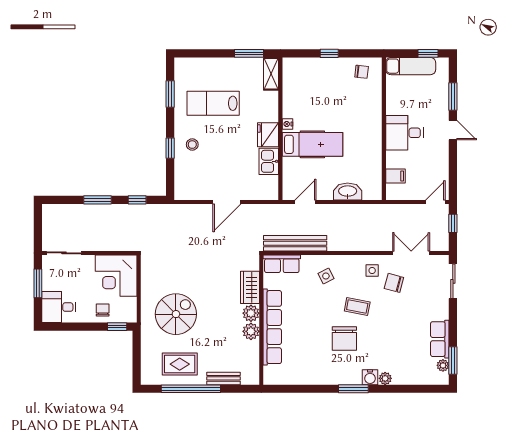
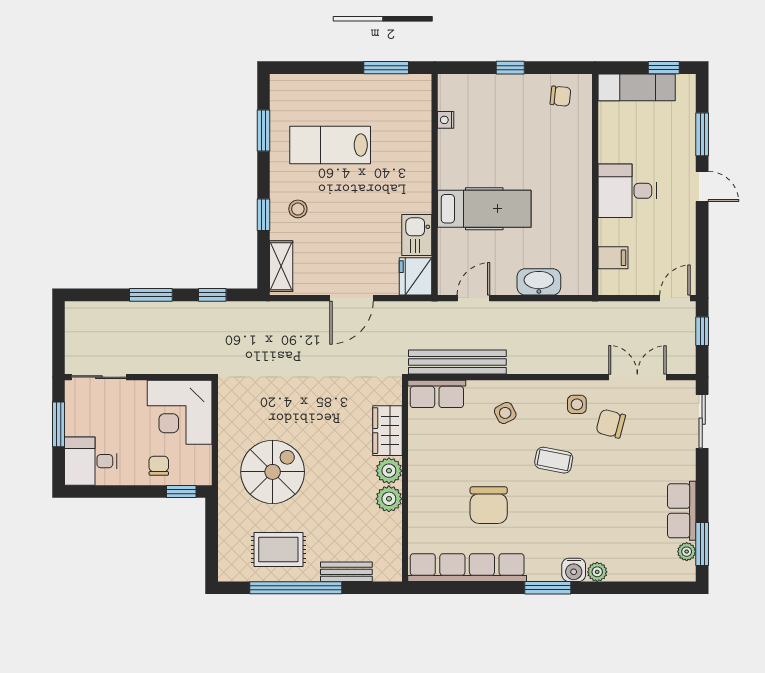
shelving: (271, 74) -> (281, 266), moved
nightstand: (287, 124) -> (446, 120), moved
fridge: (268, 135) -> (415, 276), moved
row of seats: (272, 327) -> (467, 568), moved, turned -90
chair: (344, 338) -> (489, 505), moved

